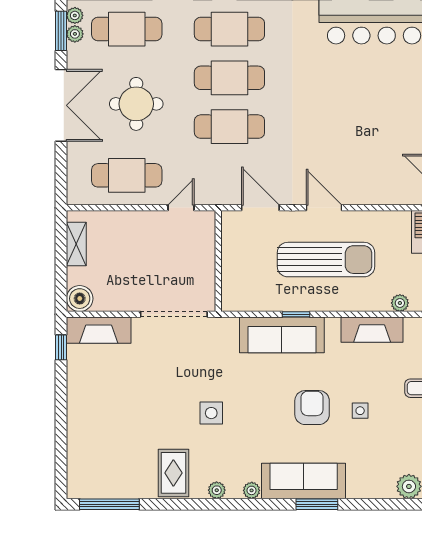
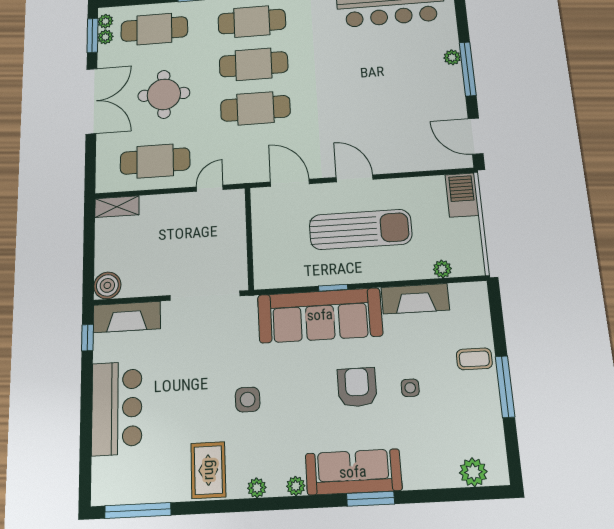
shelving: (76, 244) -> (117, 207), moved, turned 90
sofa: (282, 335) -> (320, 315), width x1.36, depth x1.27
bar counter: (90, 414) -> (117, 408), added

